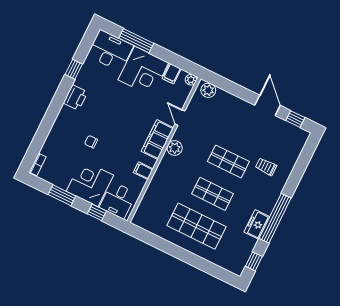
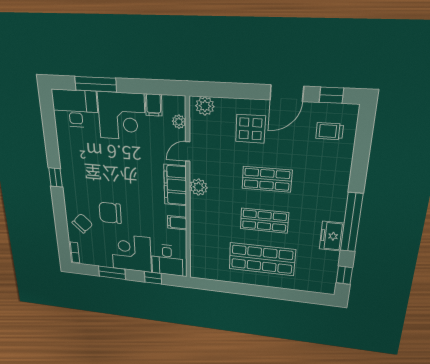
window: (74, 69) -> (55, 177), moved
plant: (191, 80) -> (179, 122), moved
printer: (75, 98) -> (70, 174), removed
door: (267, 105) -> (287, 93), swing flipped
door: (180, 118) -> (188, 151), hinge flipped
display table: (233, 120) -> (250, 129), added
chair: (61, 142) -> (82, 223), added
chair: (91, 142) -> (110, 213), width x1.87, depth x1.87
trolley: (266, 167) -> (330, 131), moved

